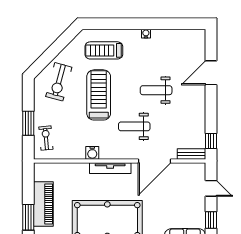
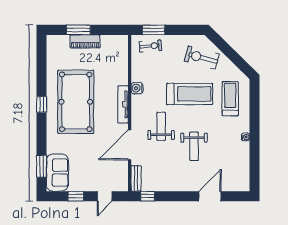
door: (211, 73) -> (210, 196), hinge flipped
weight bench: (156, 90) -> (194, 146), turned 180
window: (28, 123) -> (154, 30), moved
door: (155, 161) -> (130, 145), hinge flipped
piano: (43, 204) -> (85, 41), width x0.73, depth x0.75

